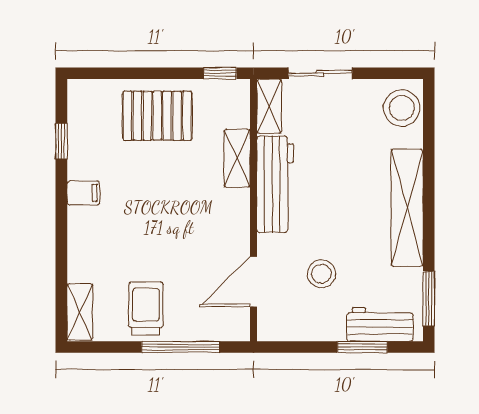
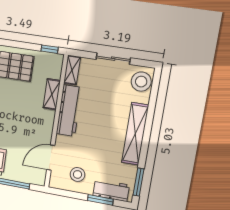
sliding door: (320, 73) -> (113, 59), moved
stool: (321, 274) -> (77, 174), moved

